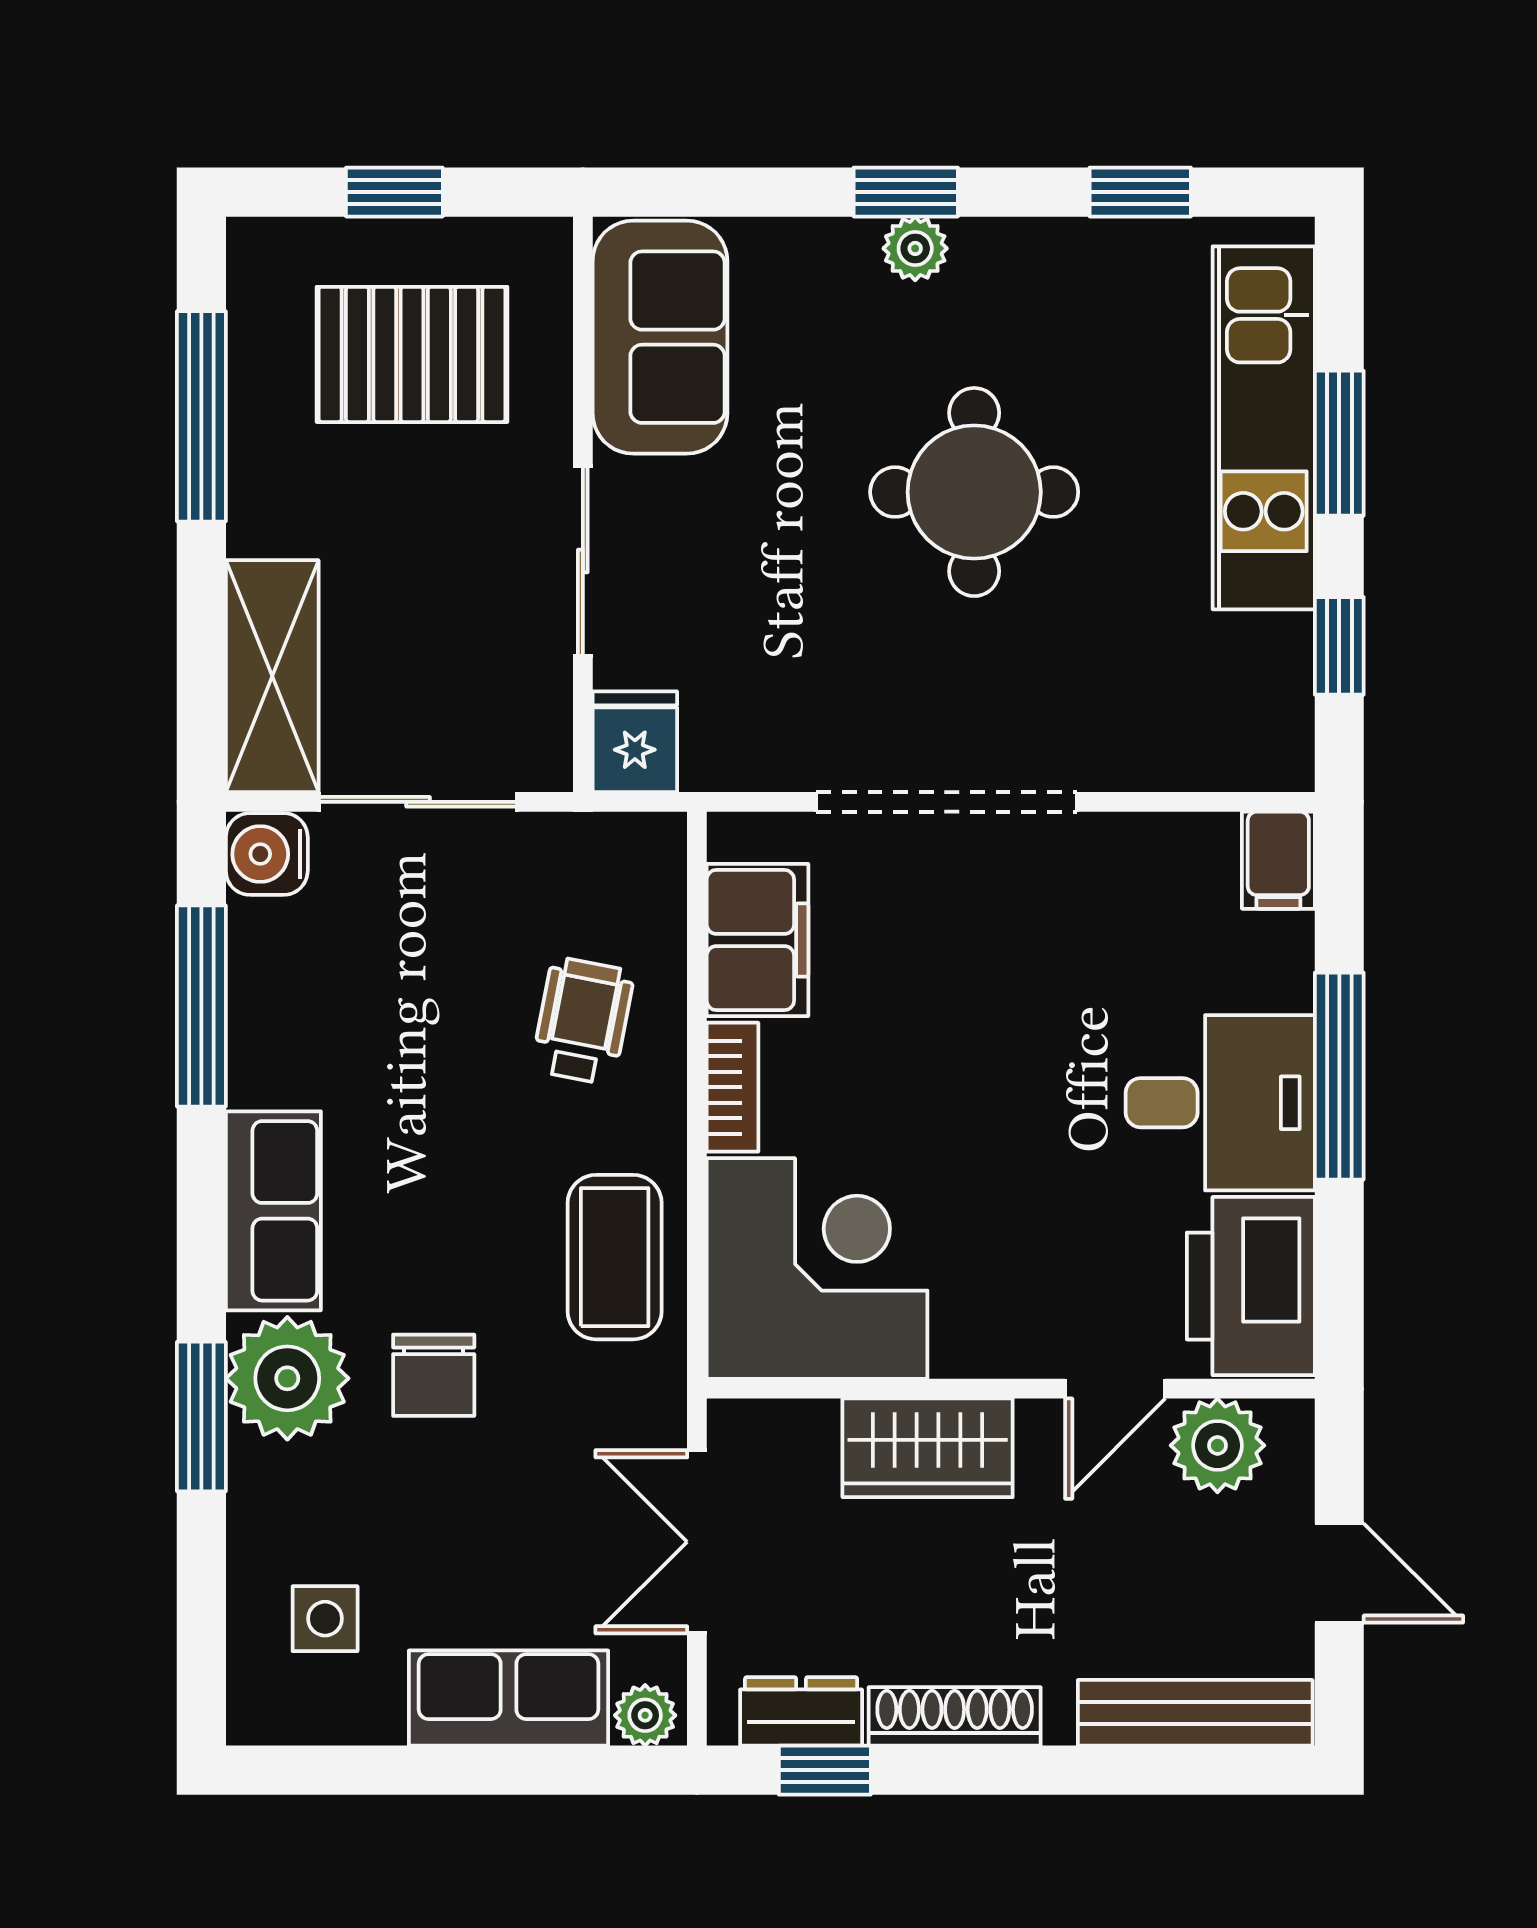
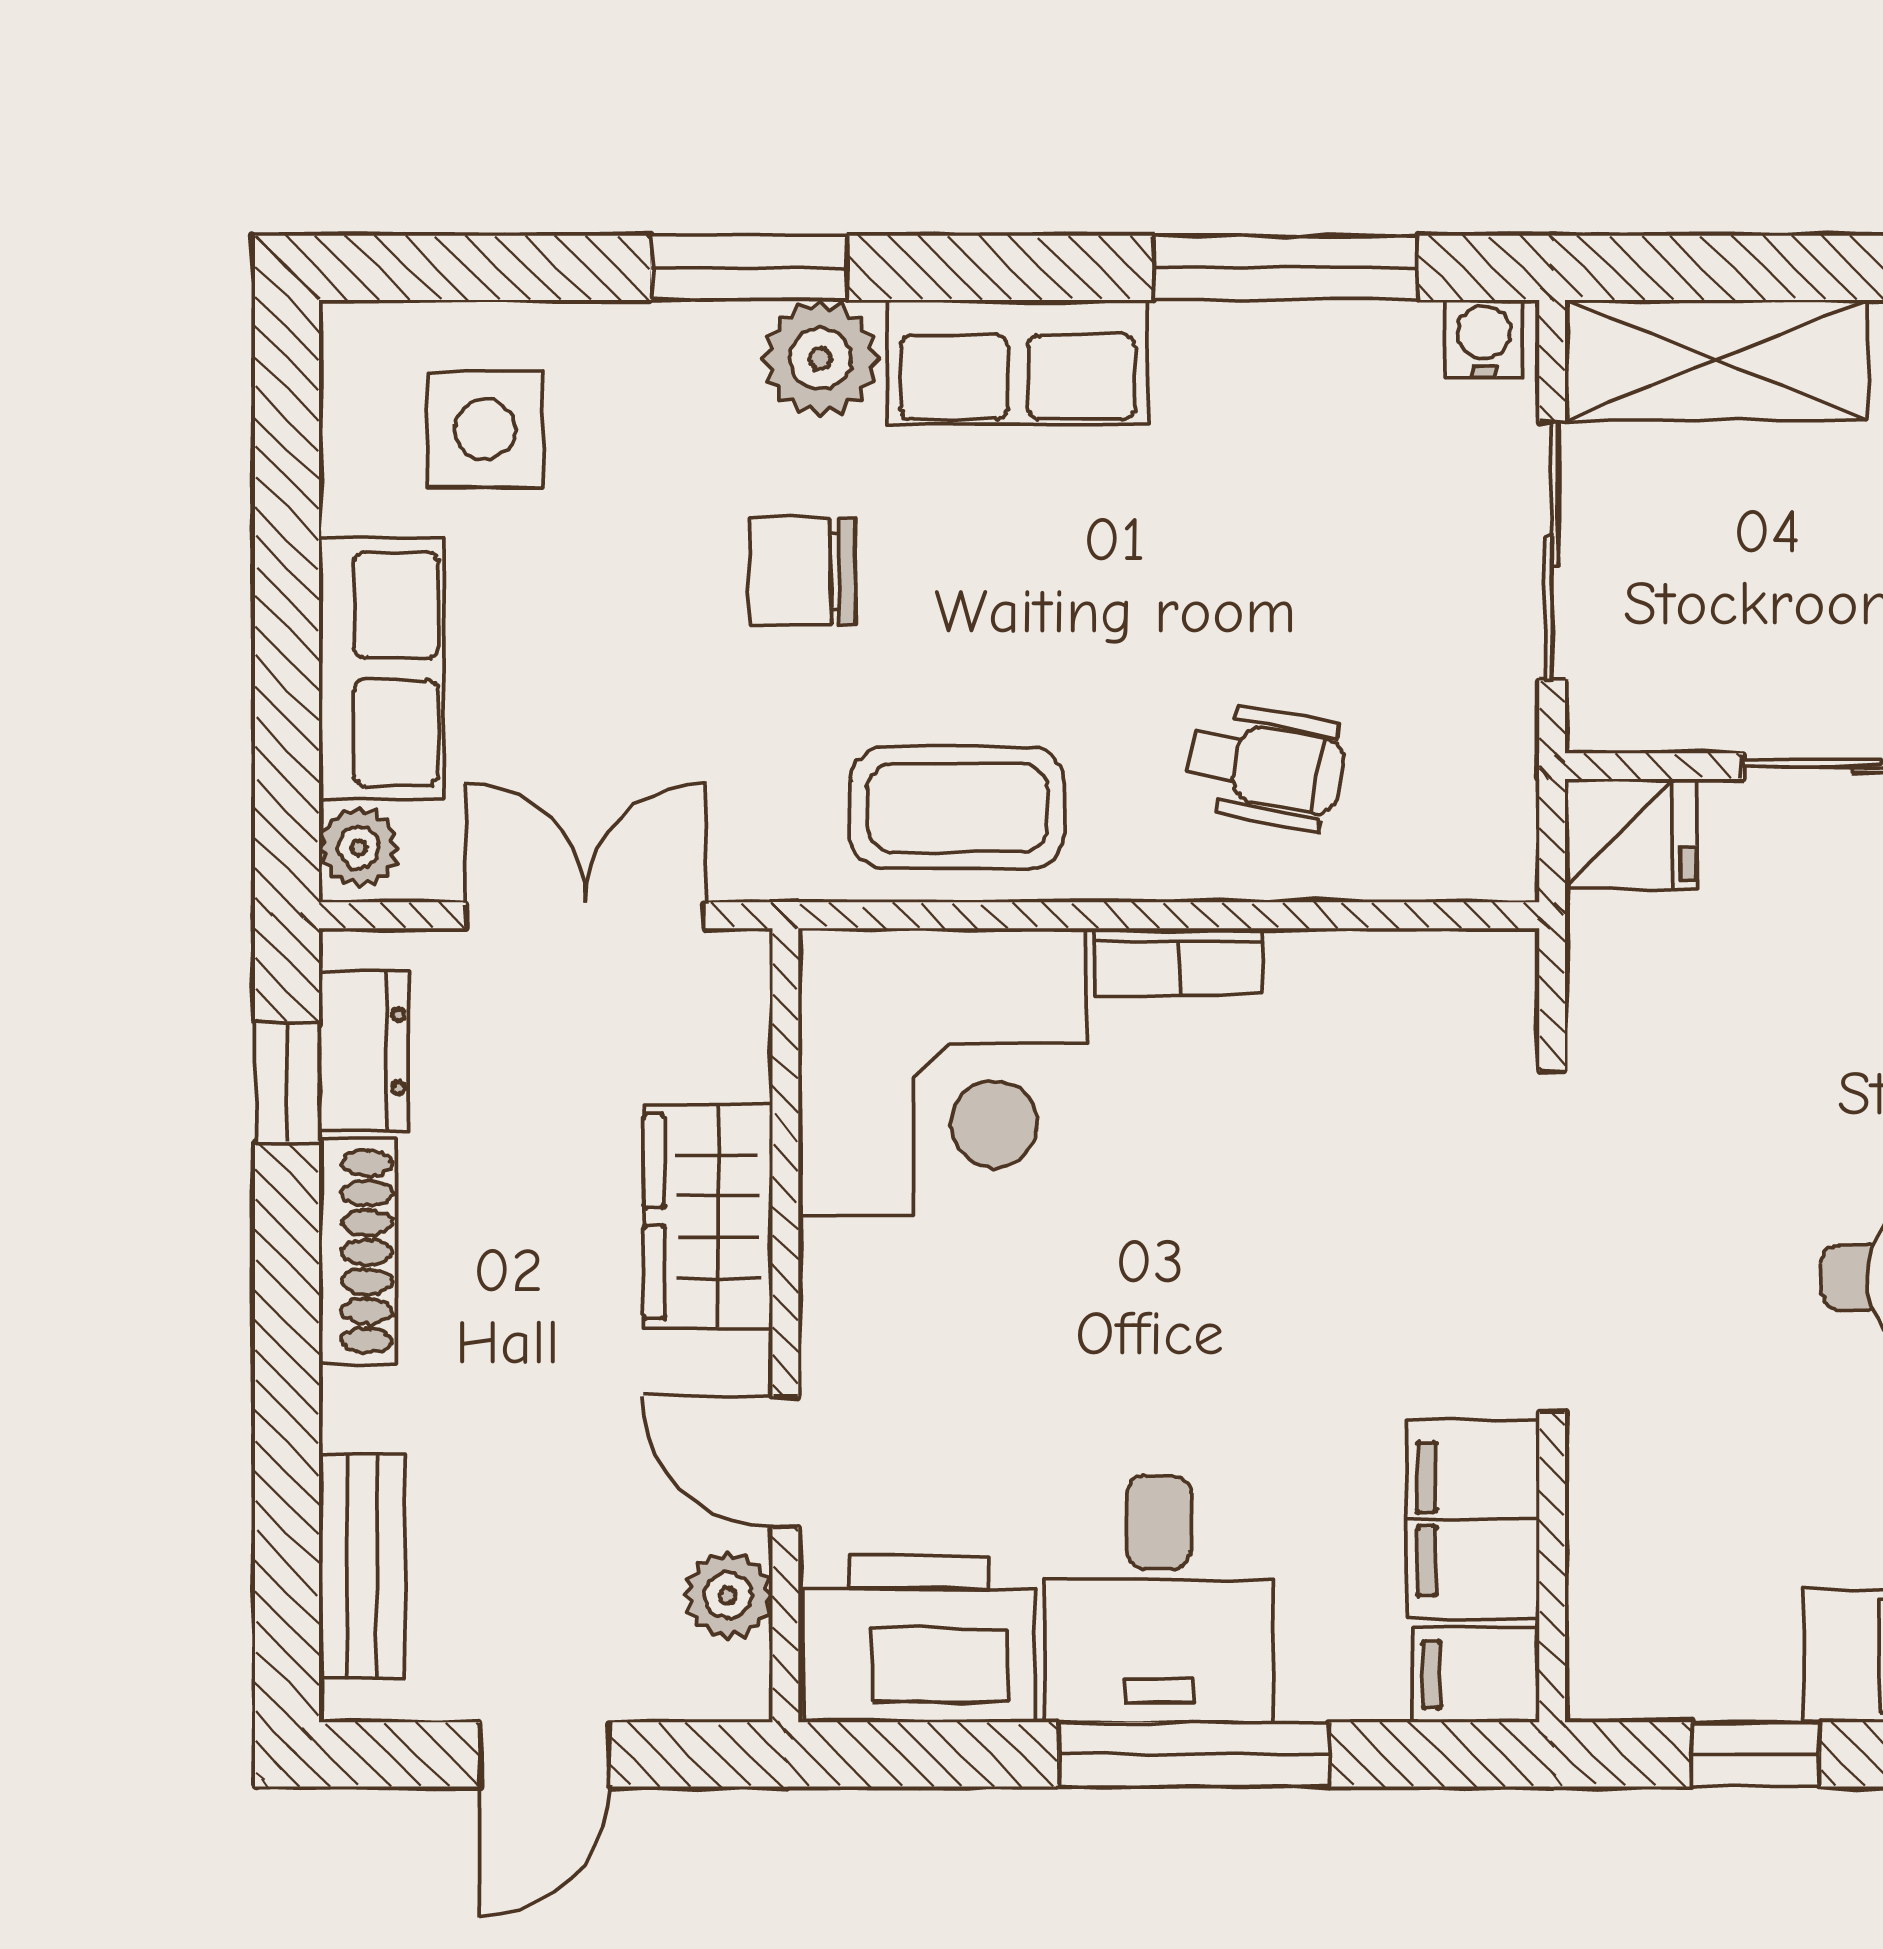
water cooler: (267, 854) -> (1484, 338), width x0.72, depth x0.72
filing cabinet: (757, 940) -> (1473, 1519), moved, turned 90
plant: (287, 1378) -> (820, 359), width x0.73, depth x0.73
plant: (1217, 1445) -> (728, 1595), width x0.73, depth x0.73
side table: (325, 1619) -> (485, 429), width x1.37, depth x1.37
bench: (1195, 1713) -> (362, 1566), width x0.73

